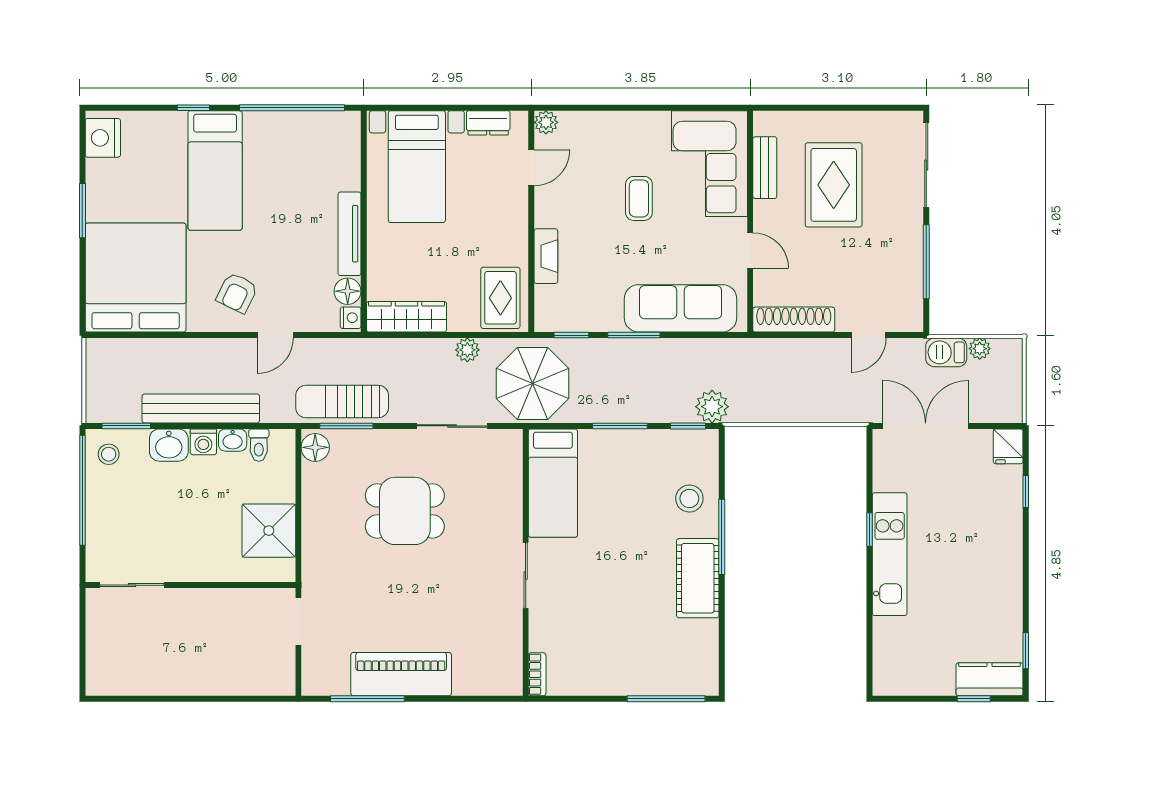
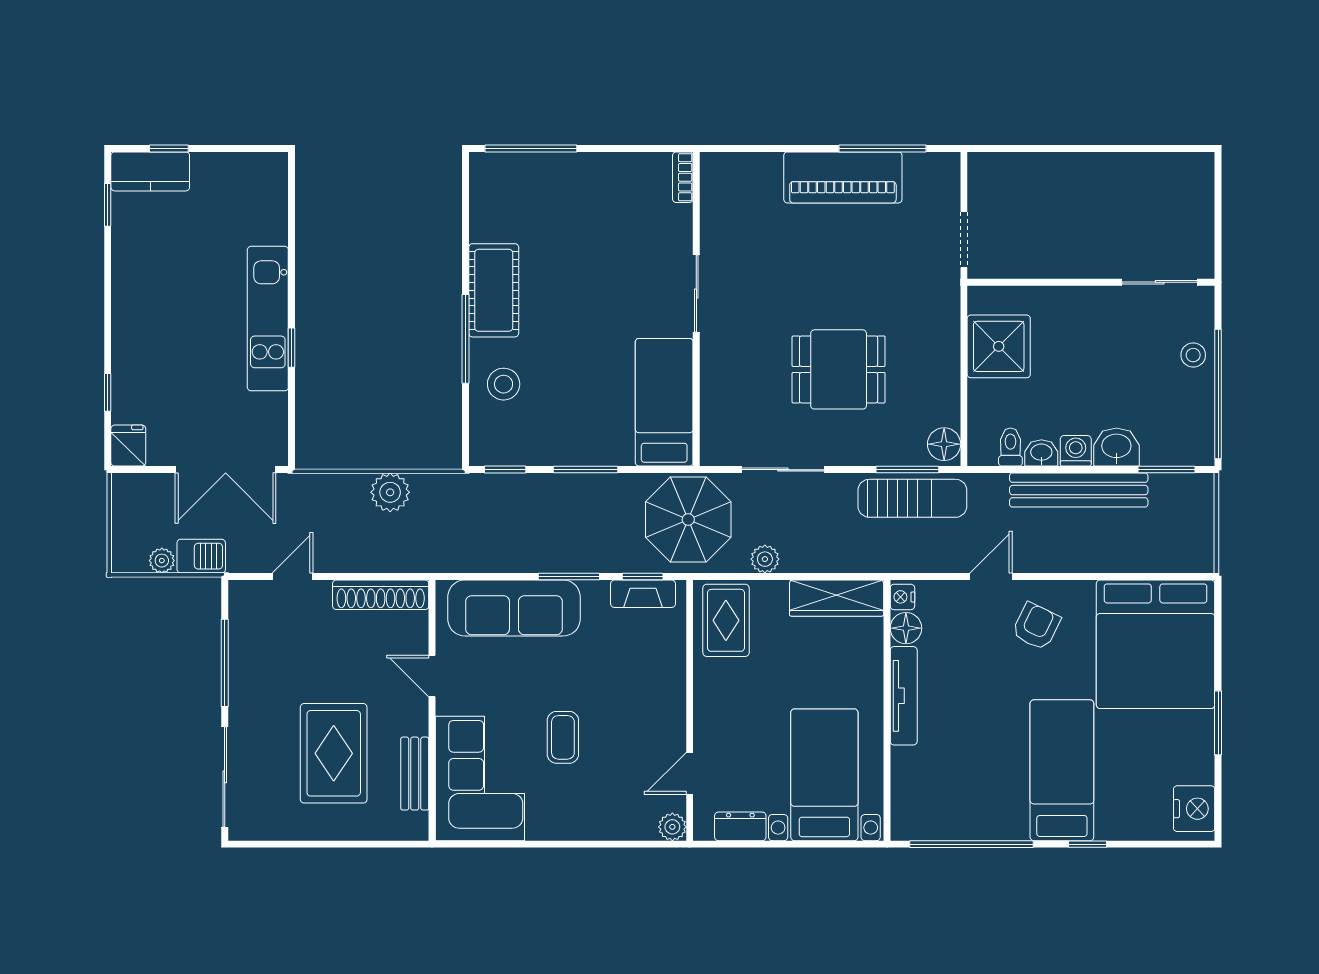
fireplace: (546, 256) -> (643, 594), moved, turned -90
plant: (712, 407) -> (390, 492), moved
stool: (109, 454) -> (1193, 355), moved

